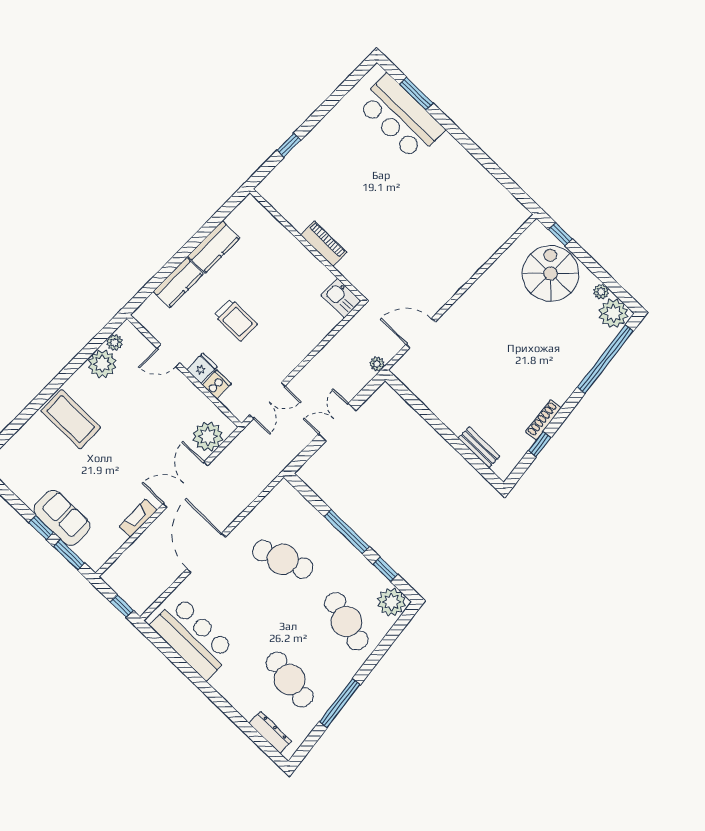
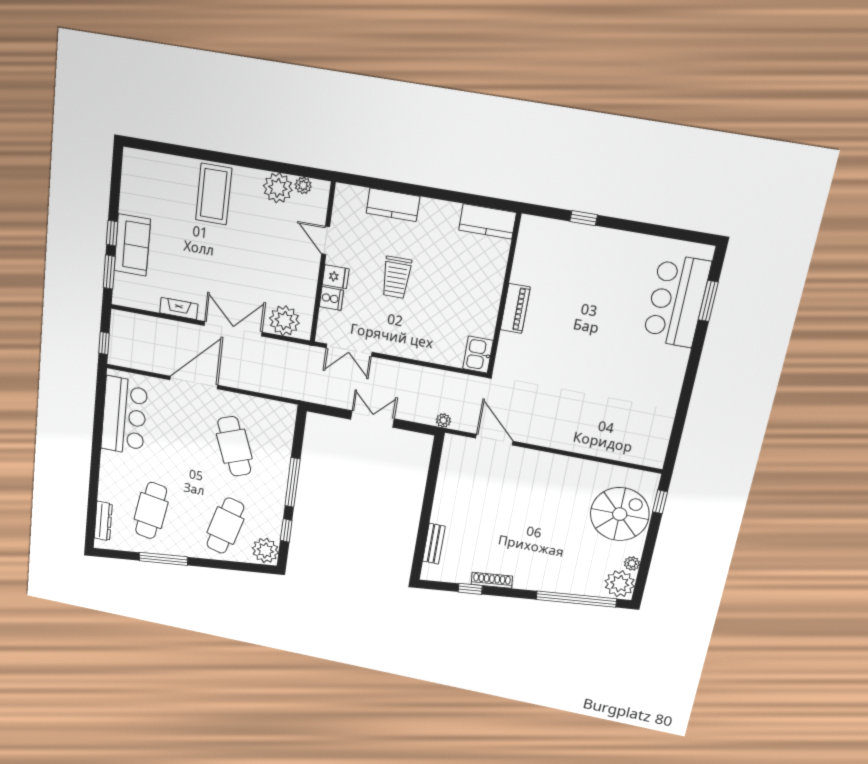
kitchen counter: (214, 247) -> (488, 221), moved

